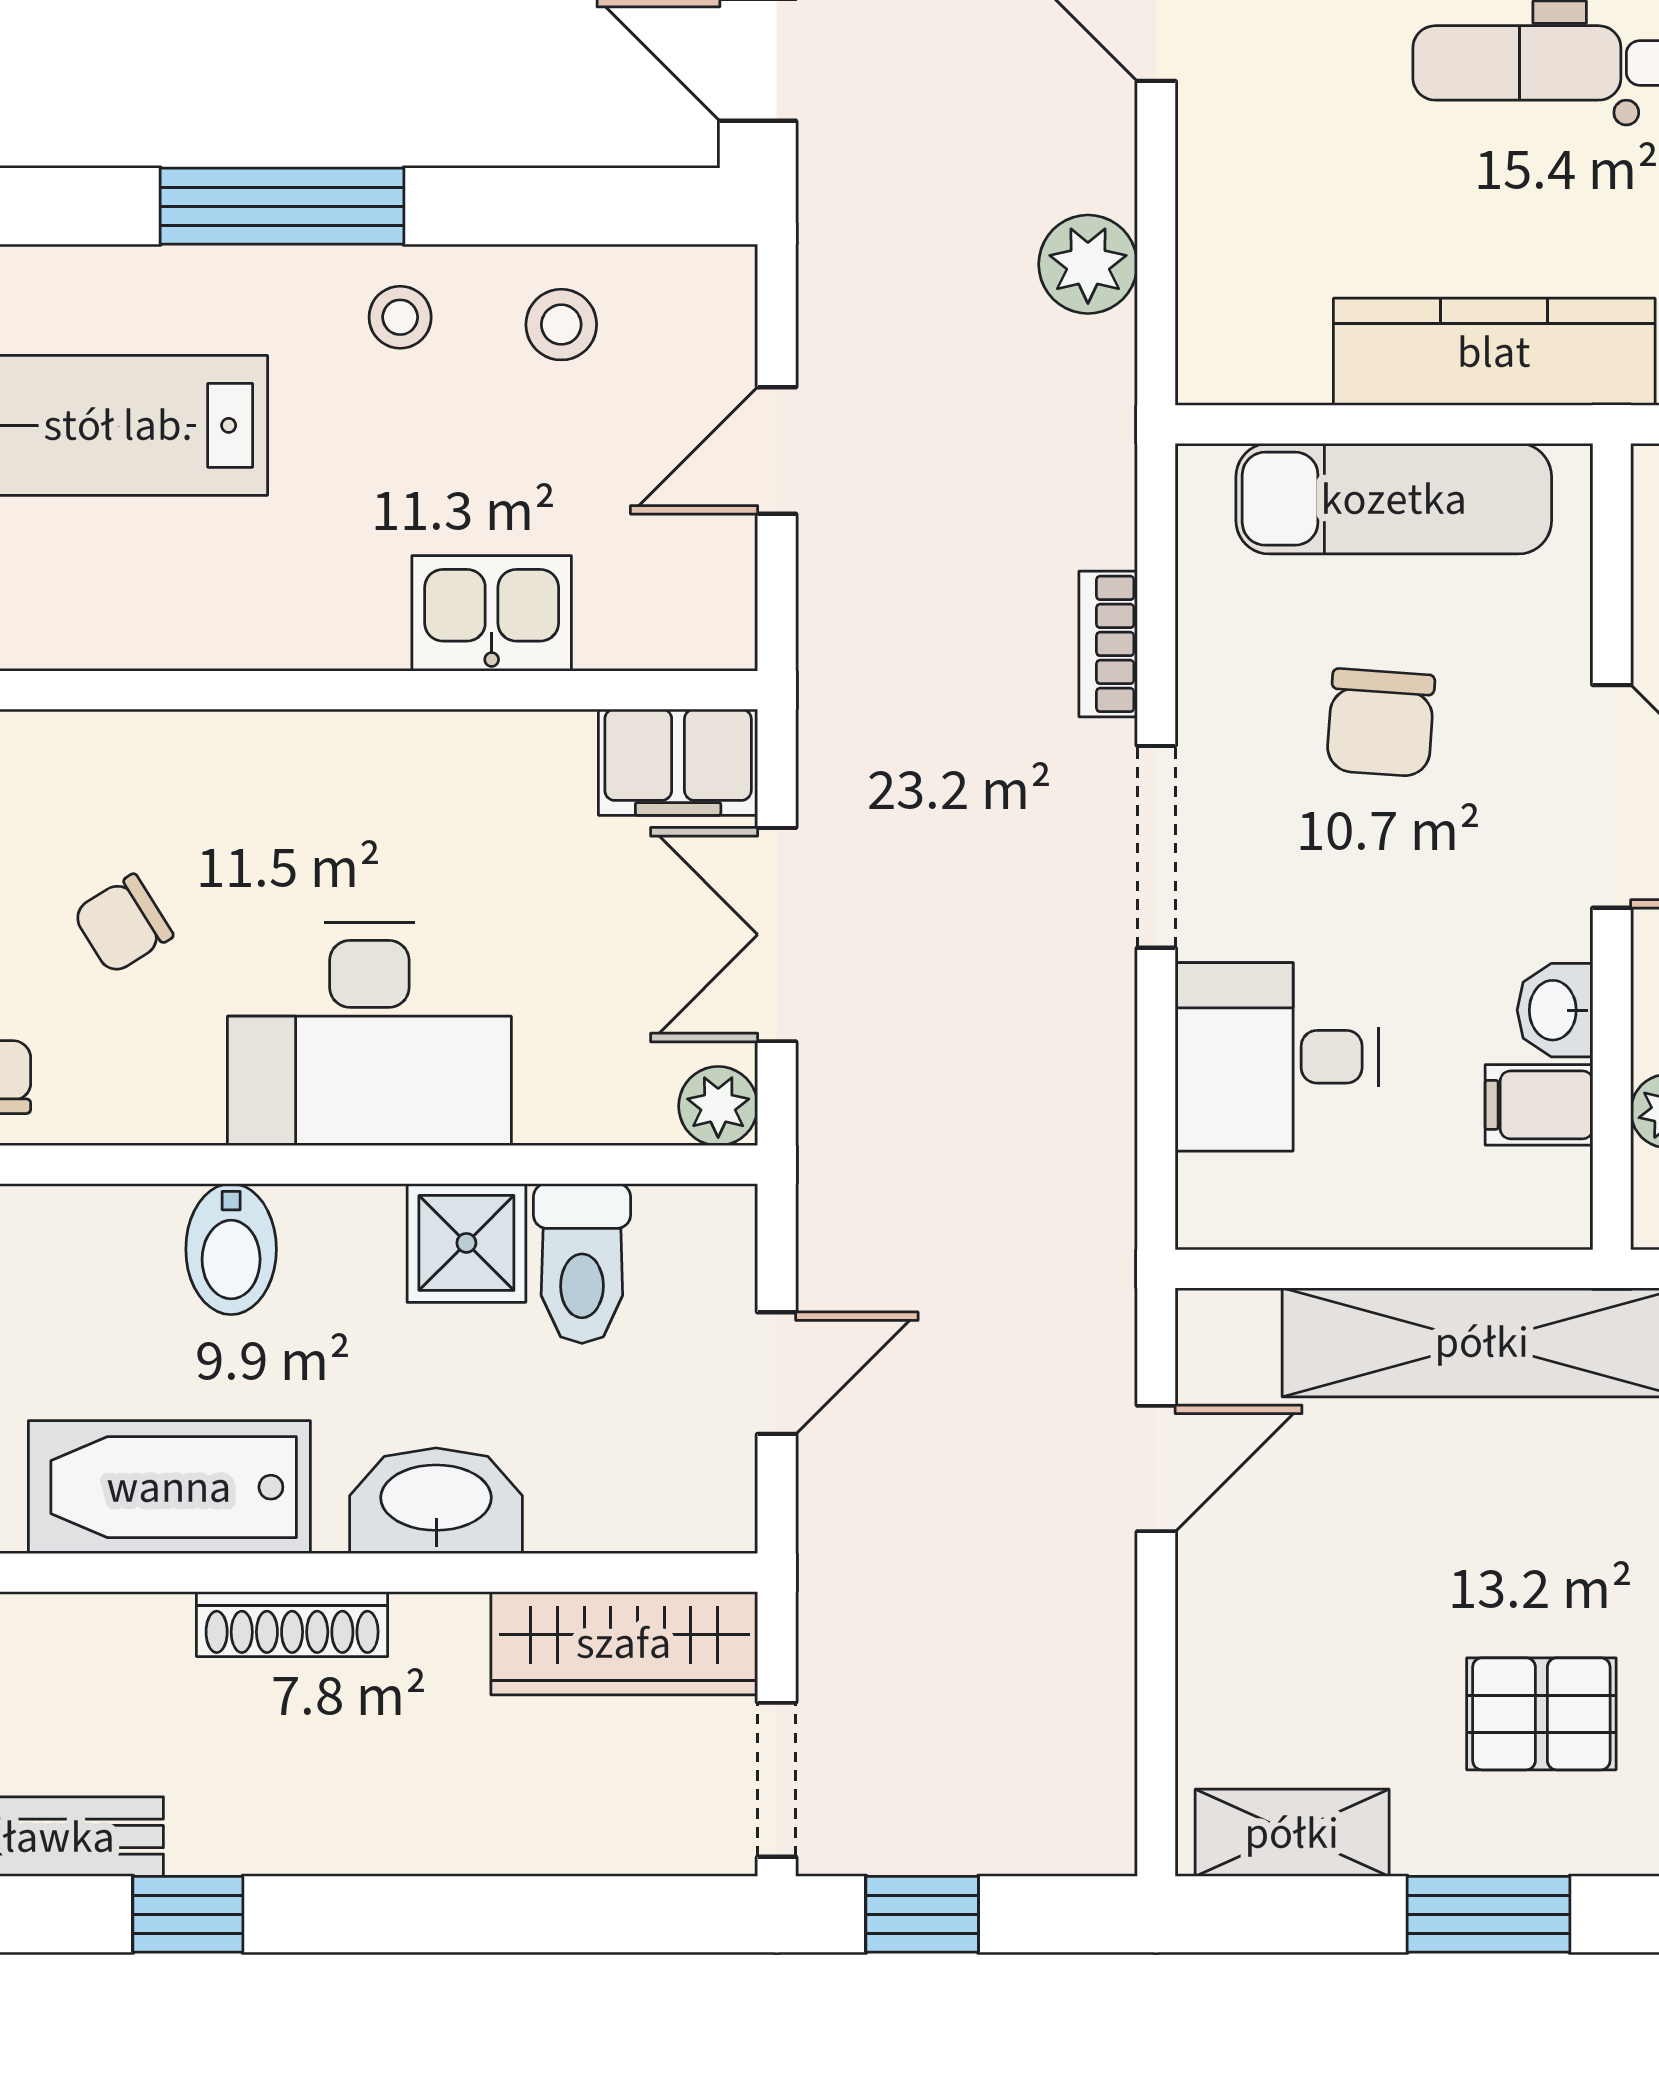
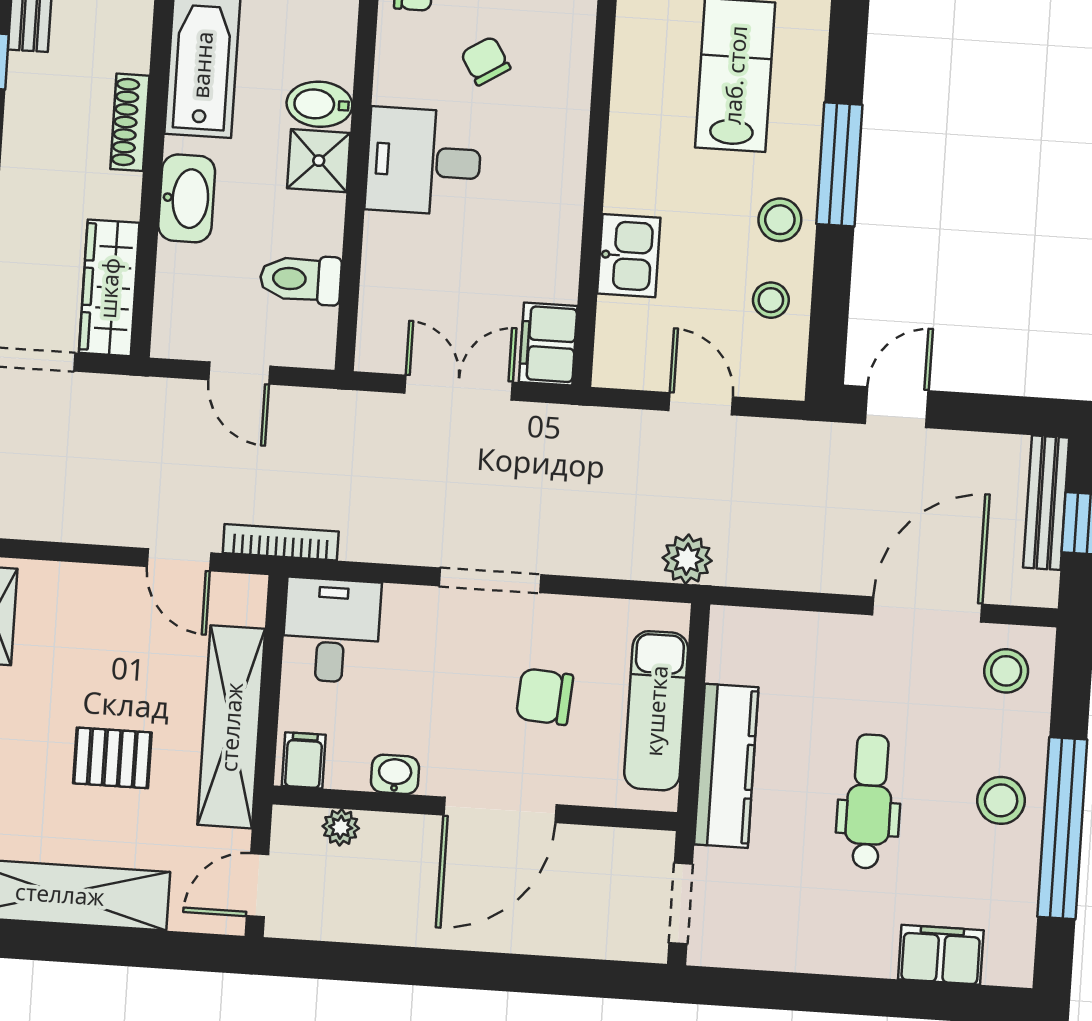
plant: (1088, 264) -> (687, 559), moved
stool: (400, 317) -> (780, 220), width x1.37, depth x1.37
bookcase: (1108, 644) -> (281, 542), moved, width x1.56
desk: (369, 1034) -> (424, 161), width x0.73
desk: (1277, 1057) -> (331, 630), moved
filing cabinet: (1539, 1105) -> (304, 760), moved
plant: (718, 1106) -> (375, 353), removed
shower: (466, 1243) -> (319, 161), moved
pallet: (1541, 1714) -> (112, 758), moved, turned 90

